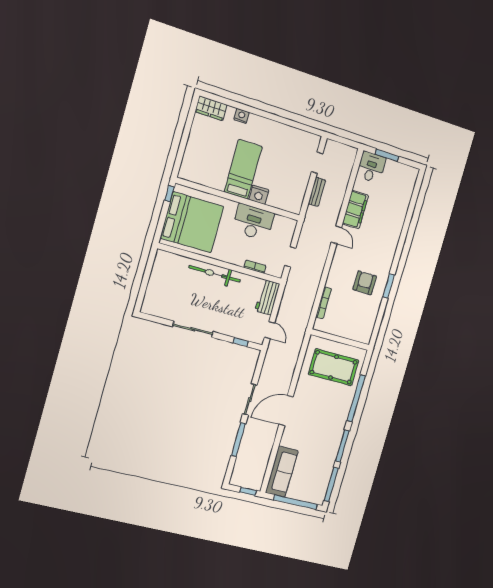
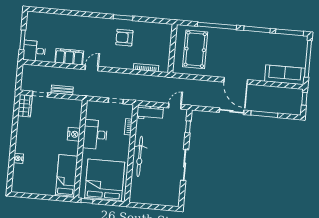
wardrobe: (211, 108) -> (25, 106), moved
bed: (243, 169) -> (67, 176), moved, turned 90

